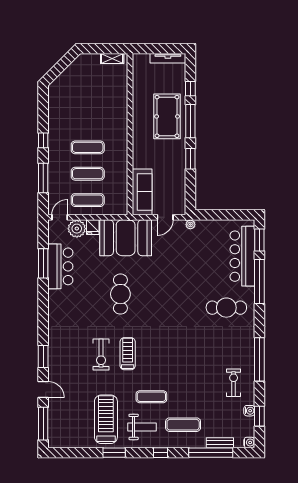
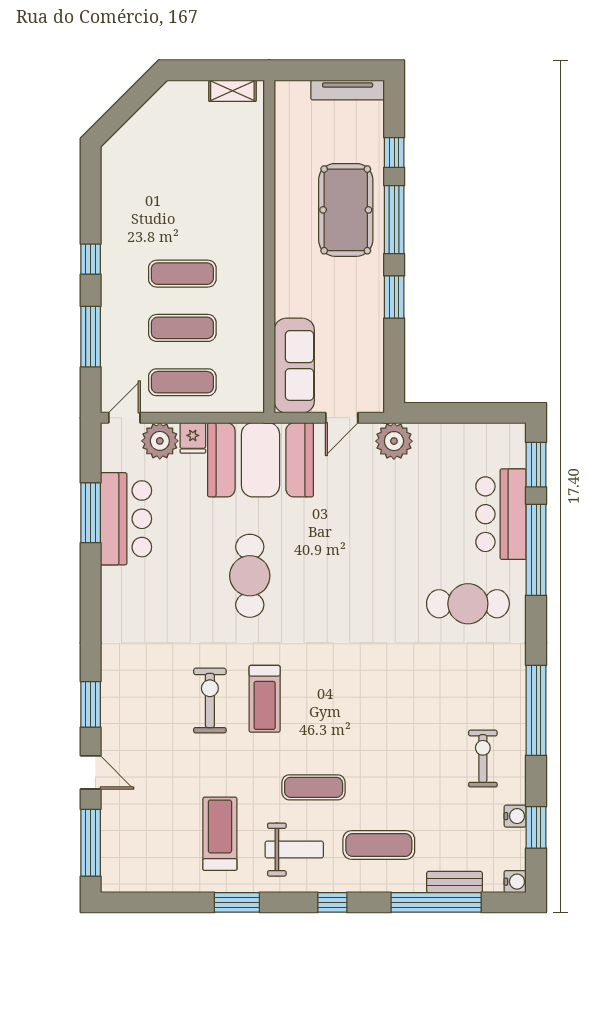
plant: (190, 224) -> (394, 441), width x1.87, depth x1.87
bar counter: (242, 256) -> (501, 514), width x0.73
treadmill: (128, 354) -> (265, 699), turned 180
exercise bike: (101, 355) -> (210, 701), turned 180
treadmill: (106, 419) -> (220, 834), width x0.73, depth x0.73

